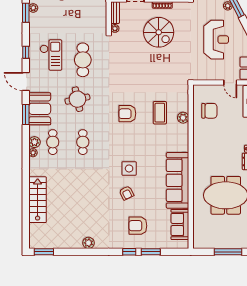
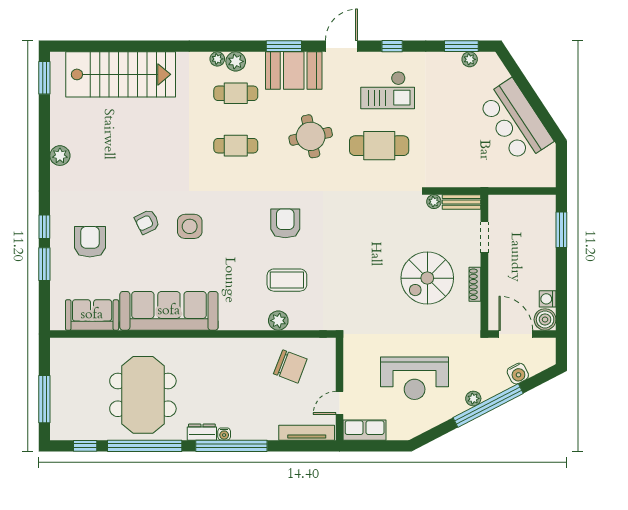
chair: (209, 111) -> (290, 366), turned -69
stairs: (38, 200) -> (121, 74), width x1.36, depth x1.51

